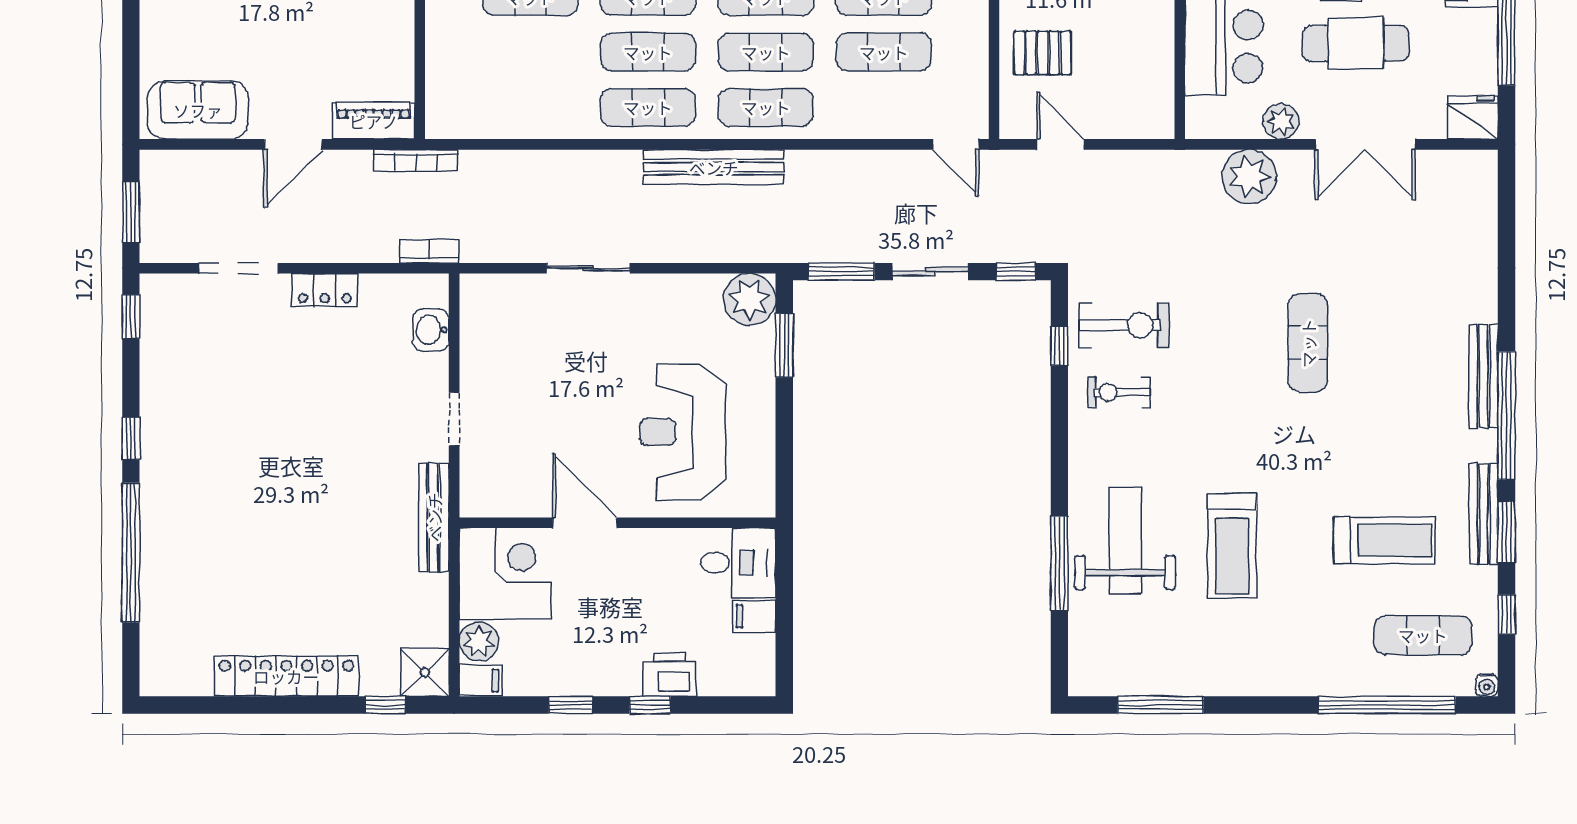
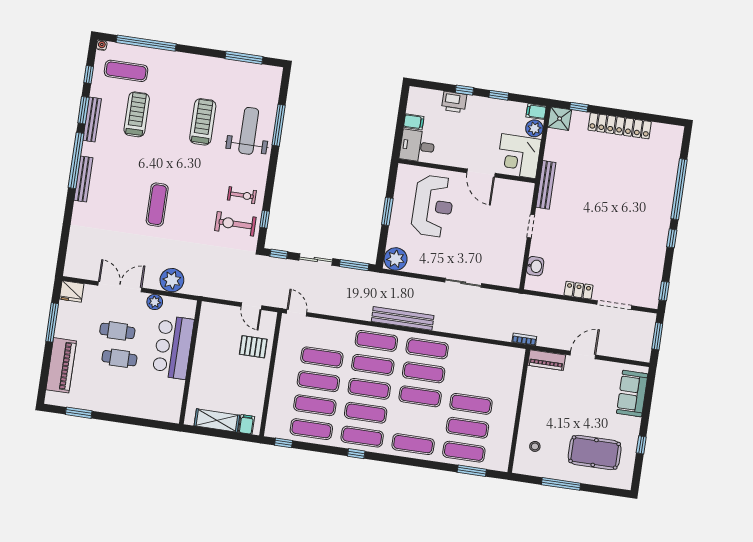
cafe table: (1356, 43) -> (117, 331), width x0.73, depth x0.74
sofa: (198, 110) -> (632, 394), moved, turned 90
bookcase: (416, 160) -> (524, 339), width x0.64
bookcase: (429, 251) -> (531, 300), removed
window: (784, 345) -> (387, 211), moved
treadmill: (1385, 540) -> (137, 114), turned 90
weight bench: (1125, 541) -> (249, 131), turned 180

